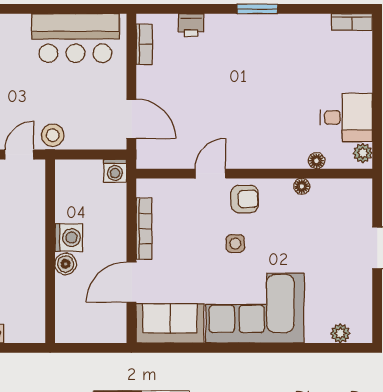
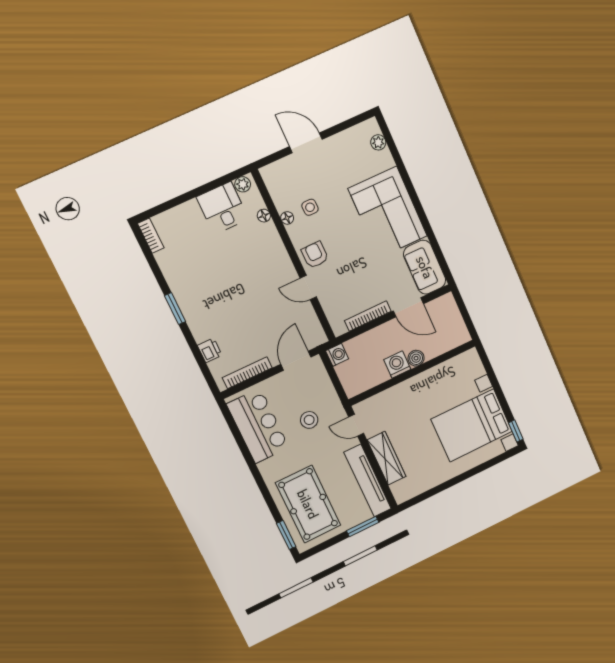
bookcase: (144, 44) -> (247, 373), width x1.56
stool: (53, 135) -> (309, 420), moved
side table: (235, 244) -> (310, 207), moved

